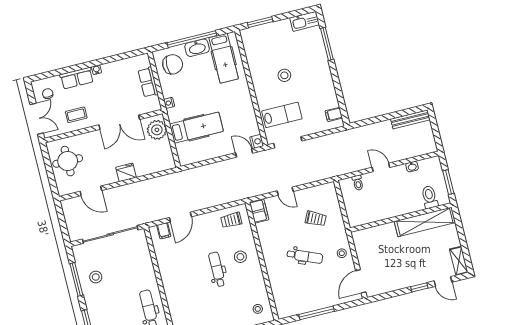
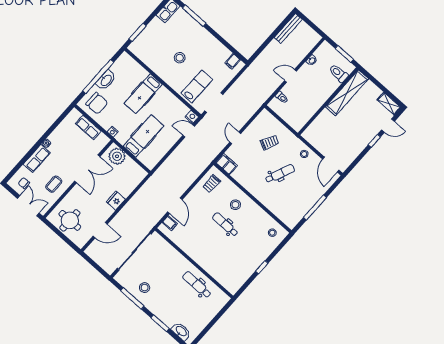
hospital bed: (224, 58) -> (143, 94), moved, turned 90
chair: (173, 64) -> (97, 103), turned 90
door: (285, 191) -> (235, 138), swing flipped

